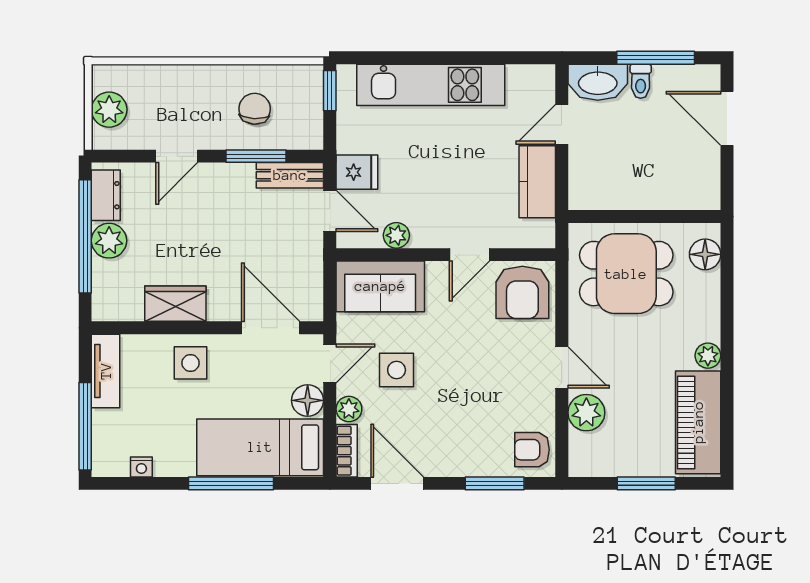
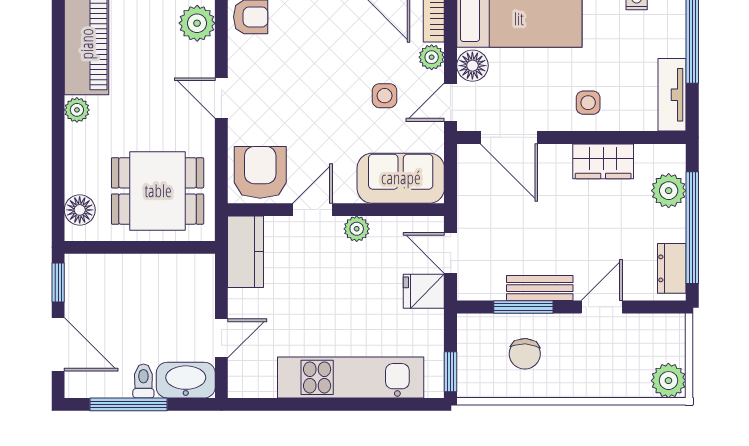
plant: (109, 110) -> (668, 381), moved
bench: (290, 175) -> (540, 288), moved
window: (727, 181) -> (58, 283), added
kitchen counter: (537, 182) -> (246, 252), moved
plant: (396, 235) -> (357, 229), moved
plant: (109, 241) -> (669, 191), moved
side table: (191, 363) -> (588, 103), width x0.73, depth x0.73
side table: (397, 370) -> (385, 96), width x0.73, depth x0.73
plant: (586, 413) -> (197, 23), moved

